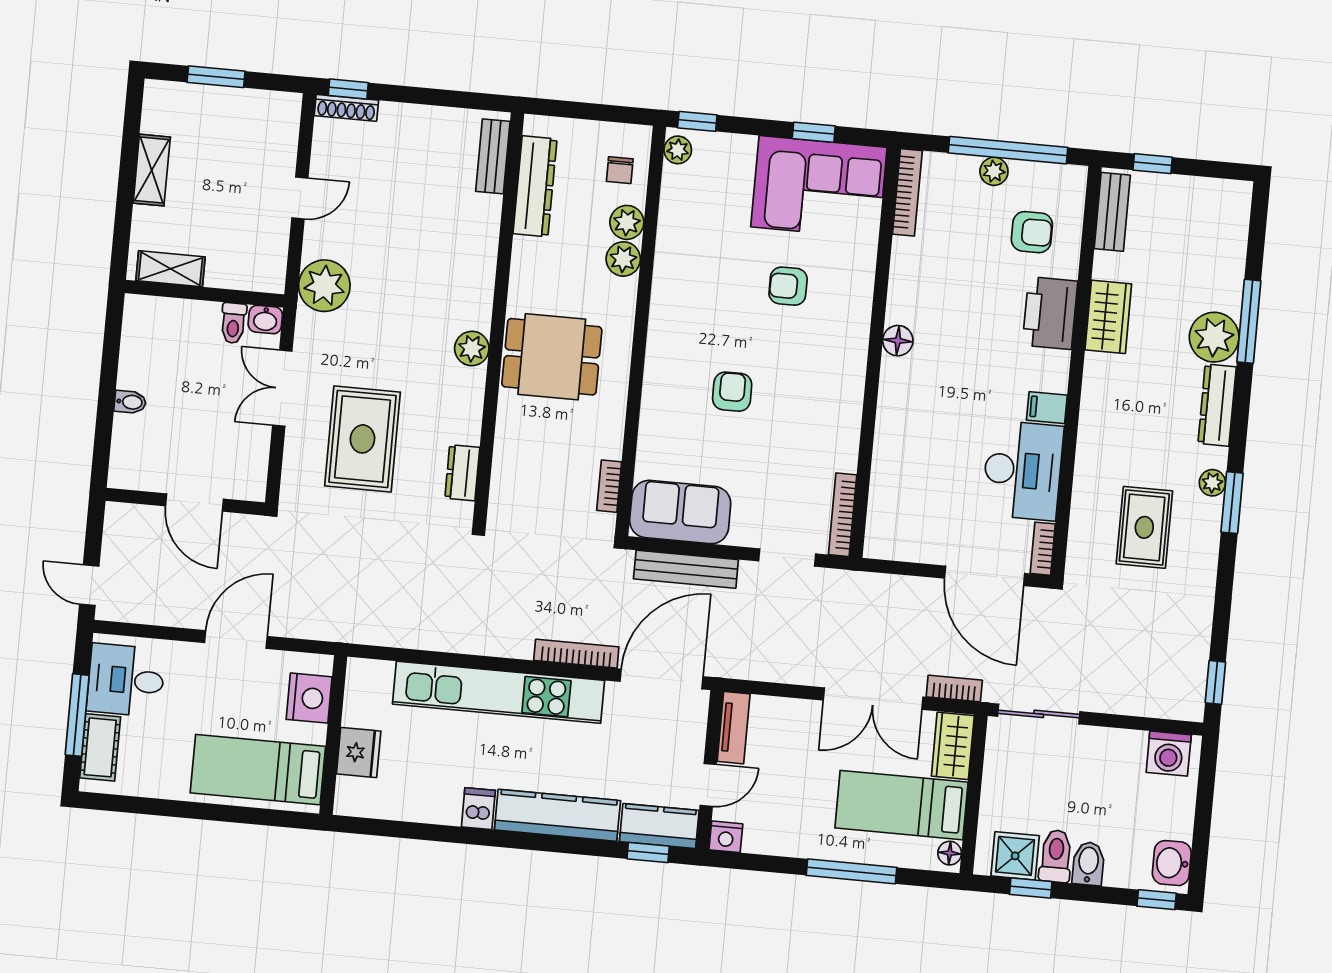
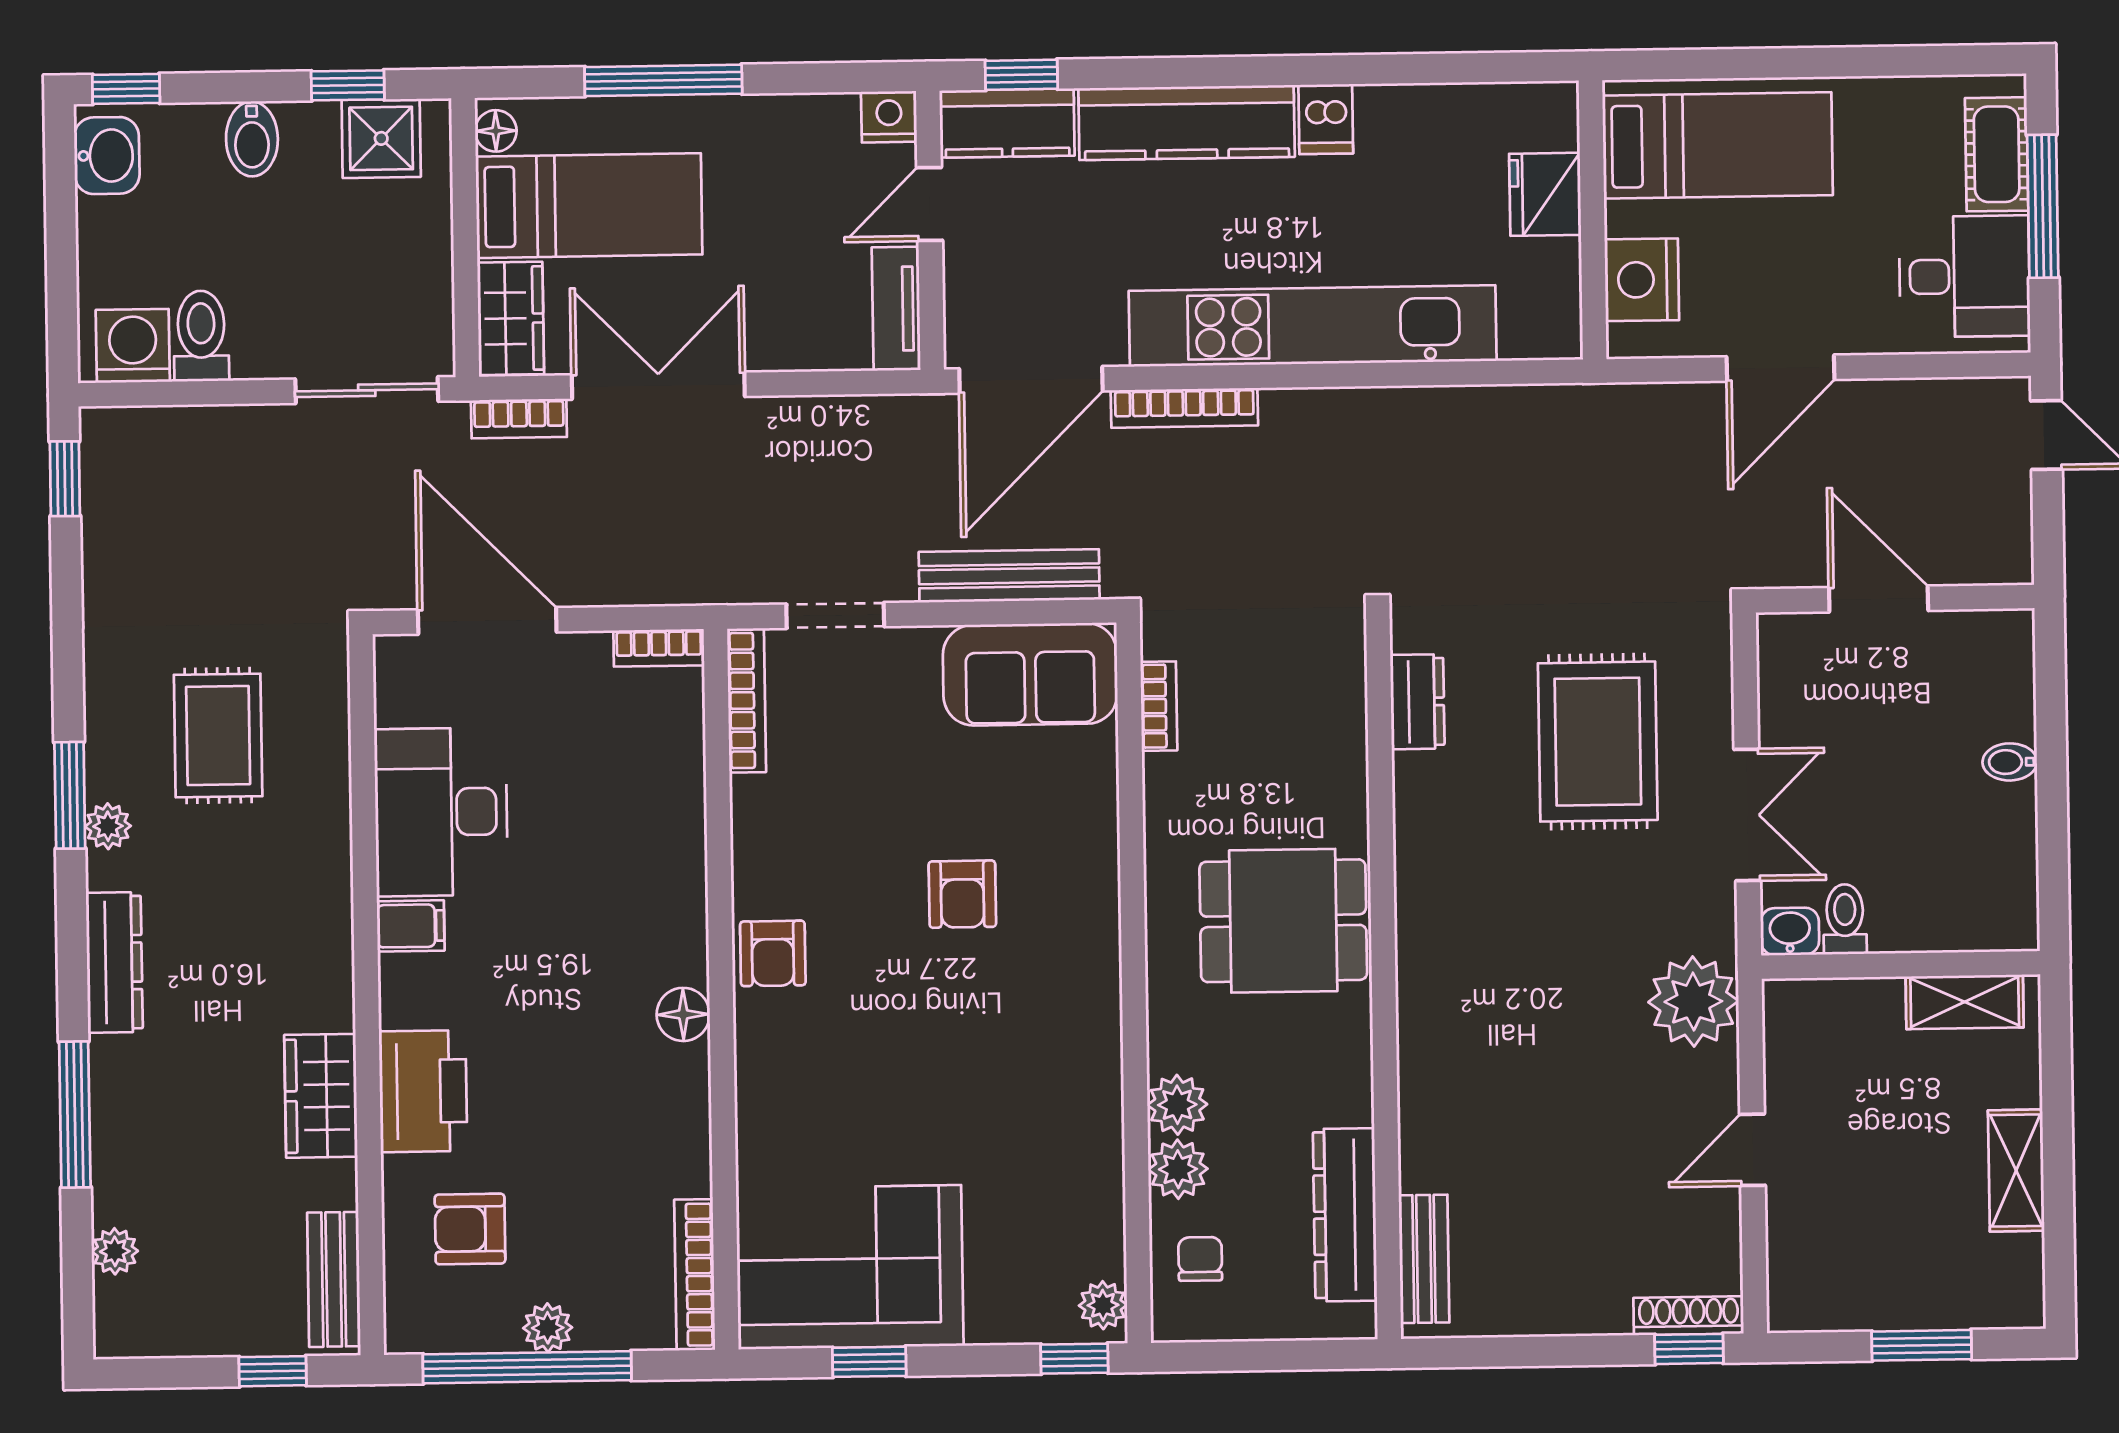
armchair: (788, 286) -> (773, 953), moved, turned 90
plant: (1214, 337) -> (115, 1251), moved, width x0.53, depth x0.53
plant: (472, 348) -> (1424, 920), removed
bookcase: (1043, 549) -> (659, 648), moved, turned 90
toilet: (1056, 856) -> (201, 336), moved, turned 180

